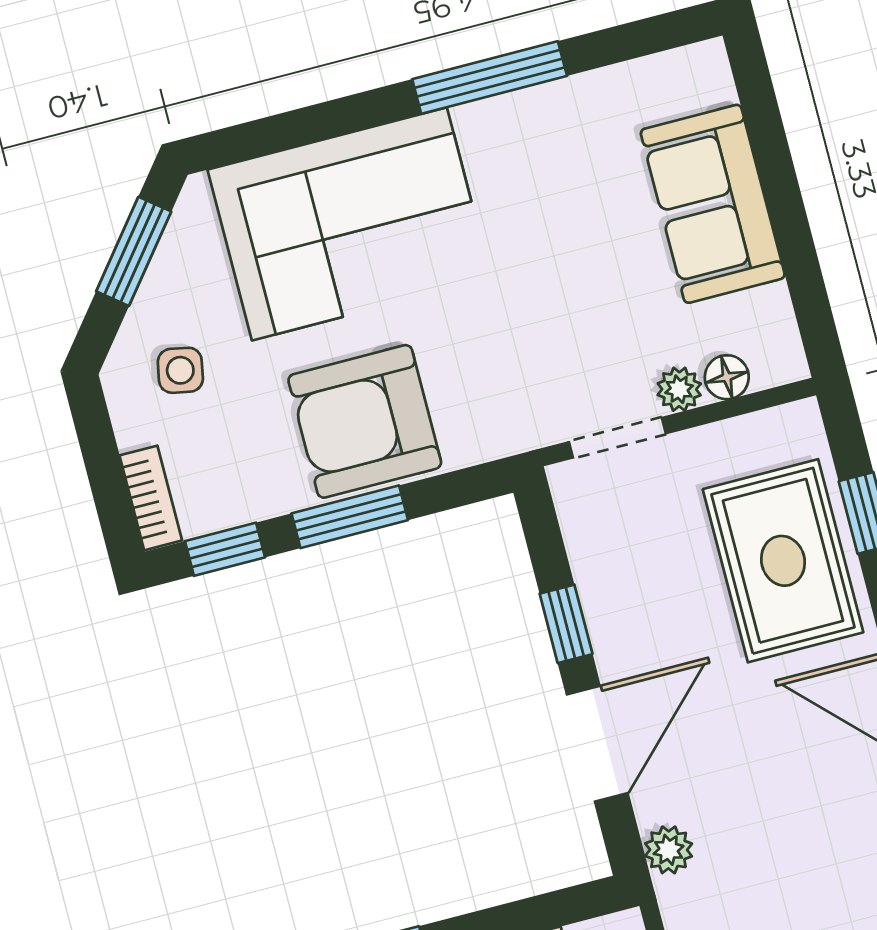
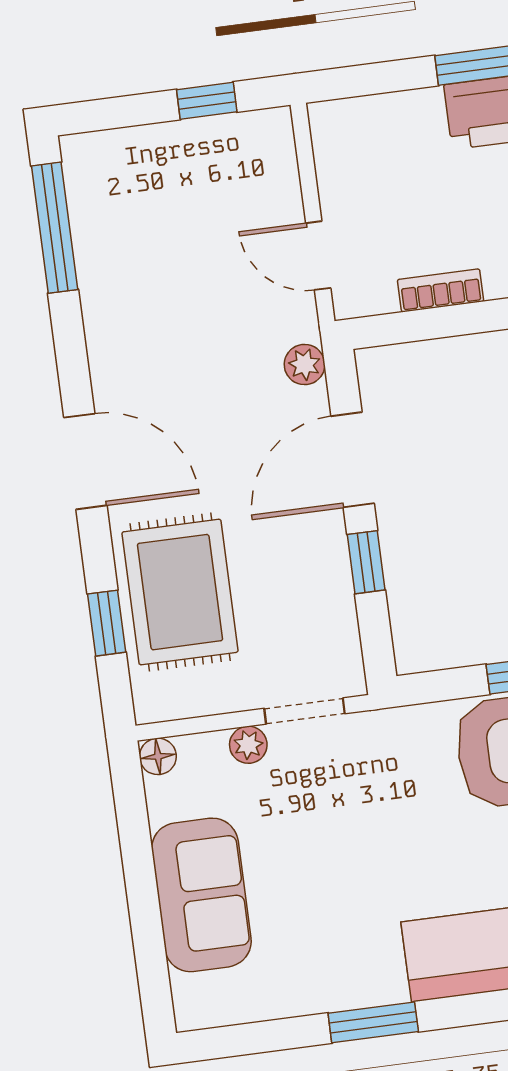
window: (490, 78) -> (373, 1022), width x0.69
floor lamp: (727, 377) -> (158, 756), moved

